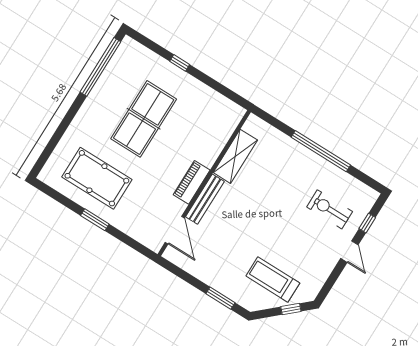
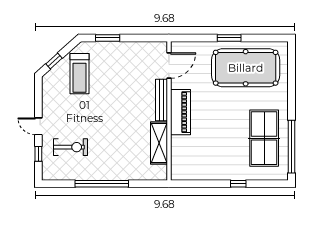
table tennis table: (144, 119) -> (264, 138), moved
pool table: (97, 178) -> (246, 68), width x1.36, depth x1.32
piano: (192, 182) -> (180, 112), width x1.37, depth x1.33
door: (175, 230) -> (169, 65), swing flipped
treadmill: (273, 280) -> (79, 74), turned 90

